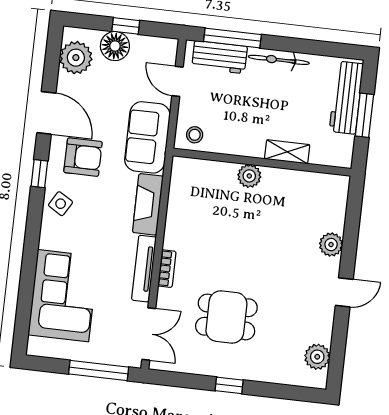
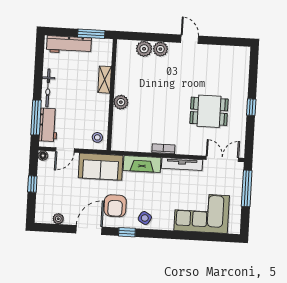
floor lamp: (115, 46) -> (43, 156), moved, width x0.53, depth x0.53
plant: (76, 58) -> (58, 219), width x0.53, depth x0.53
window: (364, 115) -> (91, 34), moved
armchair: (83, 157) -> (115, 206), turned 180
bookcase: (167, 269) -> (163, 149), moved
dining table: (226, 317) -> (209, 111), turned 90
plant: (317, 357) -> (144, 49), moved

